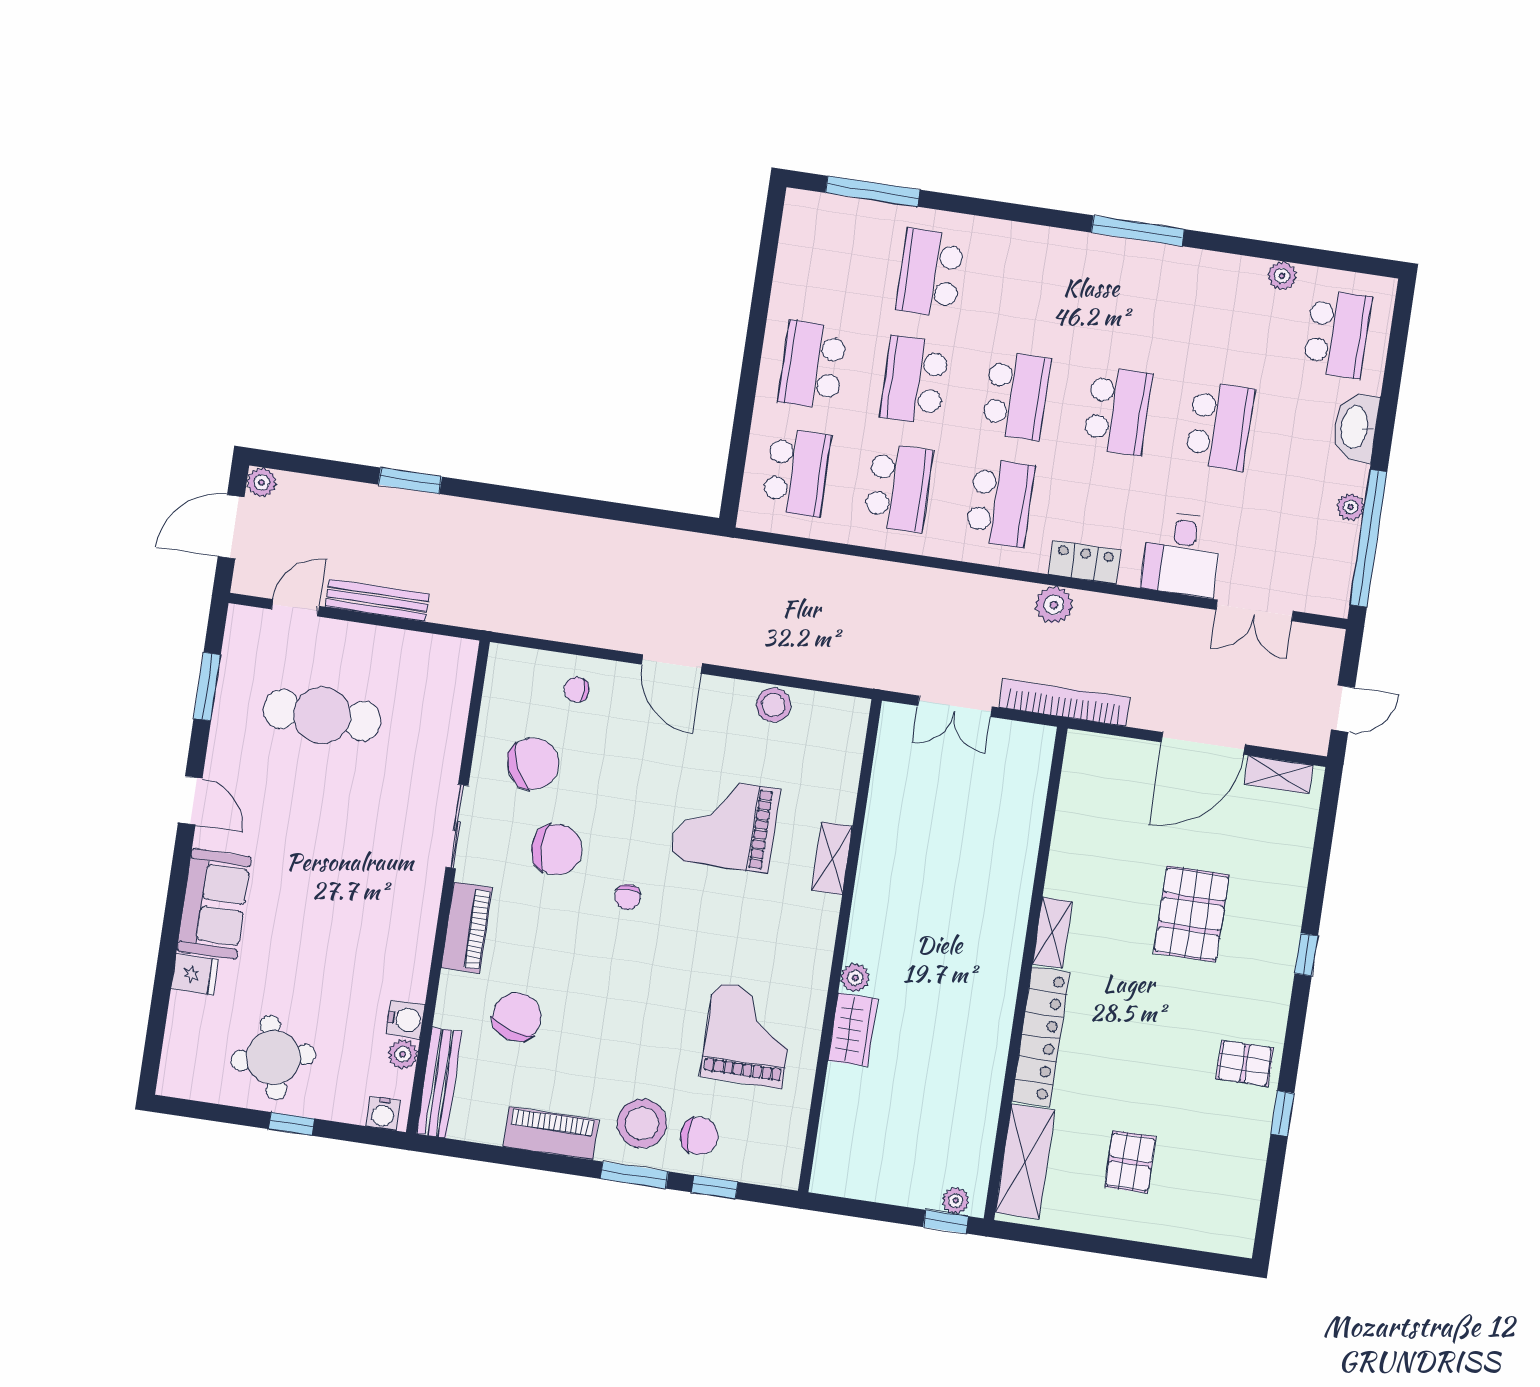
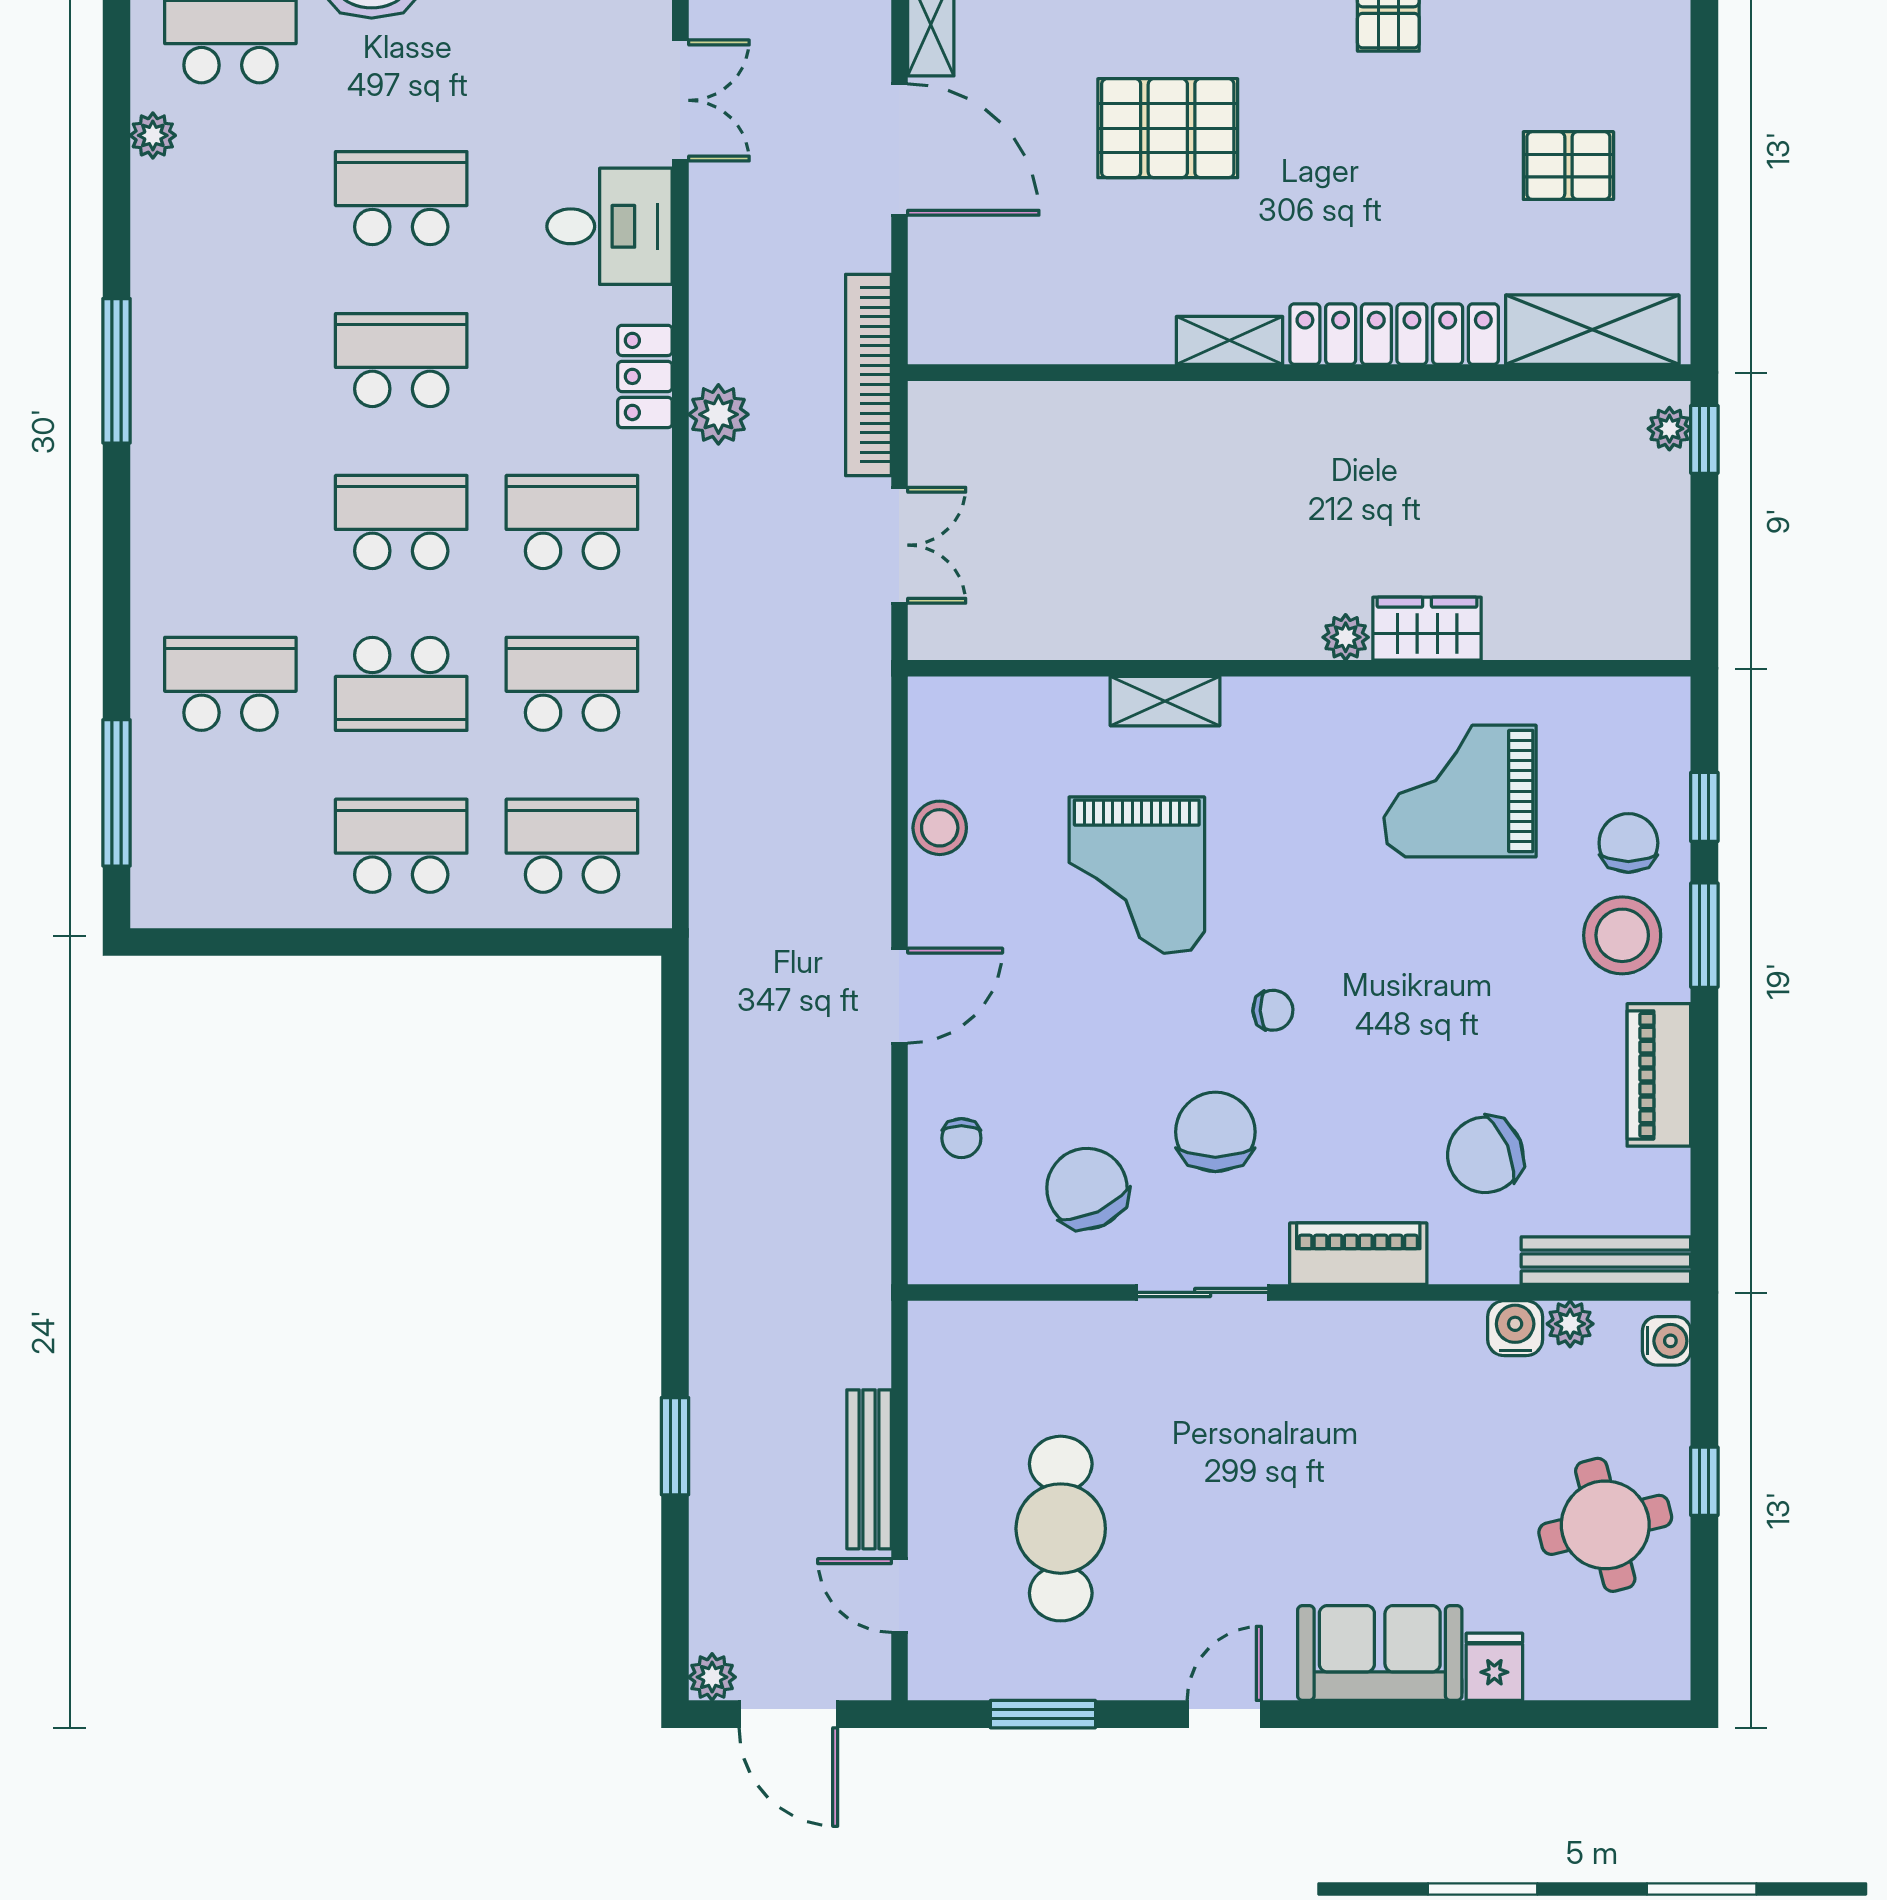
school desk: (930, 273) -> (230, 684), turned 180
school desk: (813, 365) -> (401, 846), turned 180
chair: (517, 1017) -> (1485, 1155), turned -39

